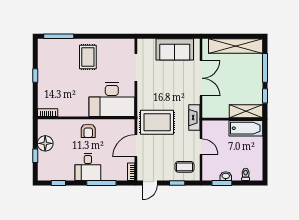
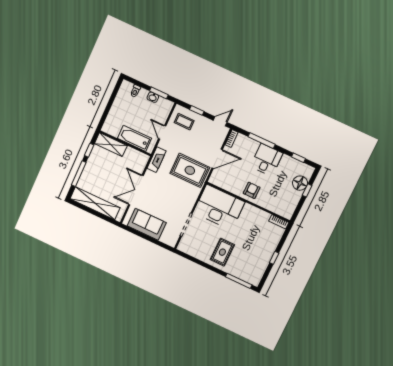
bathtub: (246, 128) -> (135, 138), moved
floor lamp: (45, 143) -> (300, 183), moved

